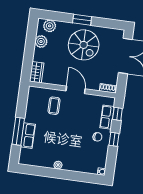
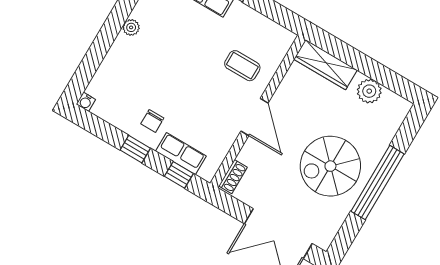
window: (82, 20) -> (377, 183), width x2.11
plant: (50, 26) -> (391, 119), removed
wardrobe: (37, 72) -> (325, 65), width x1.50
door: (76, 90) -> (255, 117), hinge flipped

